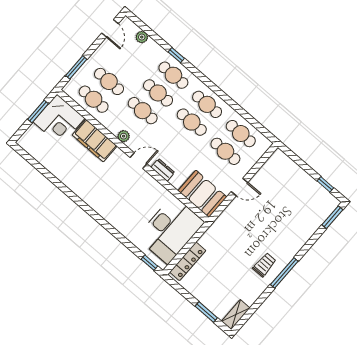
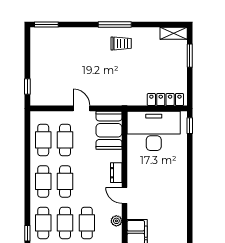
window: (325, 184) -> (27, 86), moved
trolley: (264, 265) -> (121, 43), turned 180

